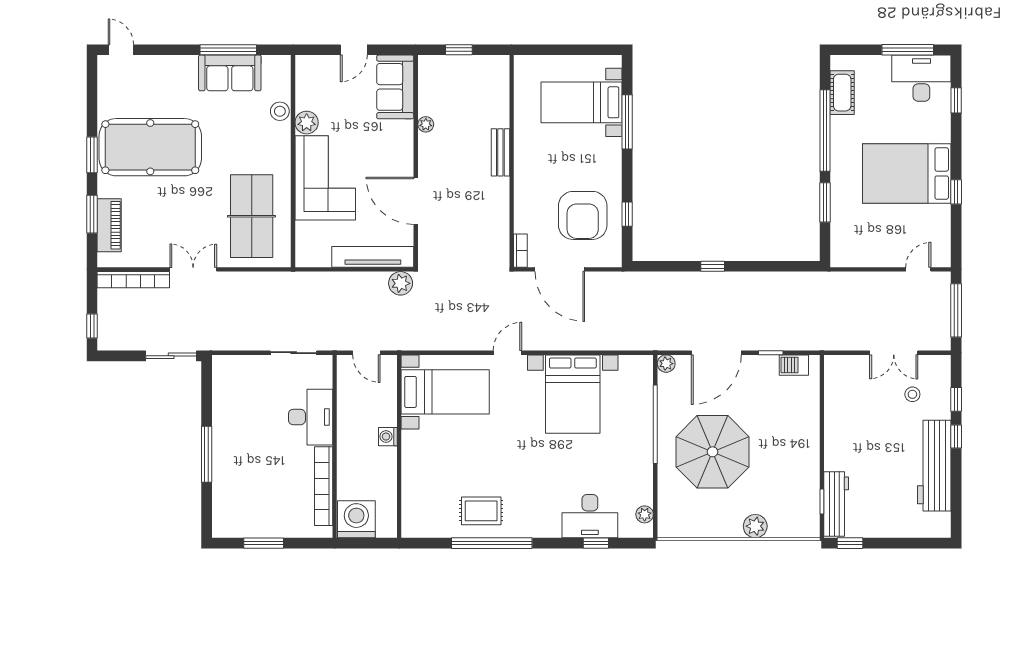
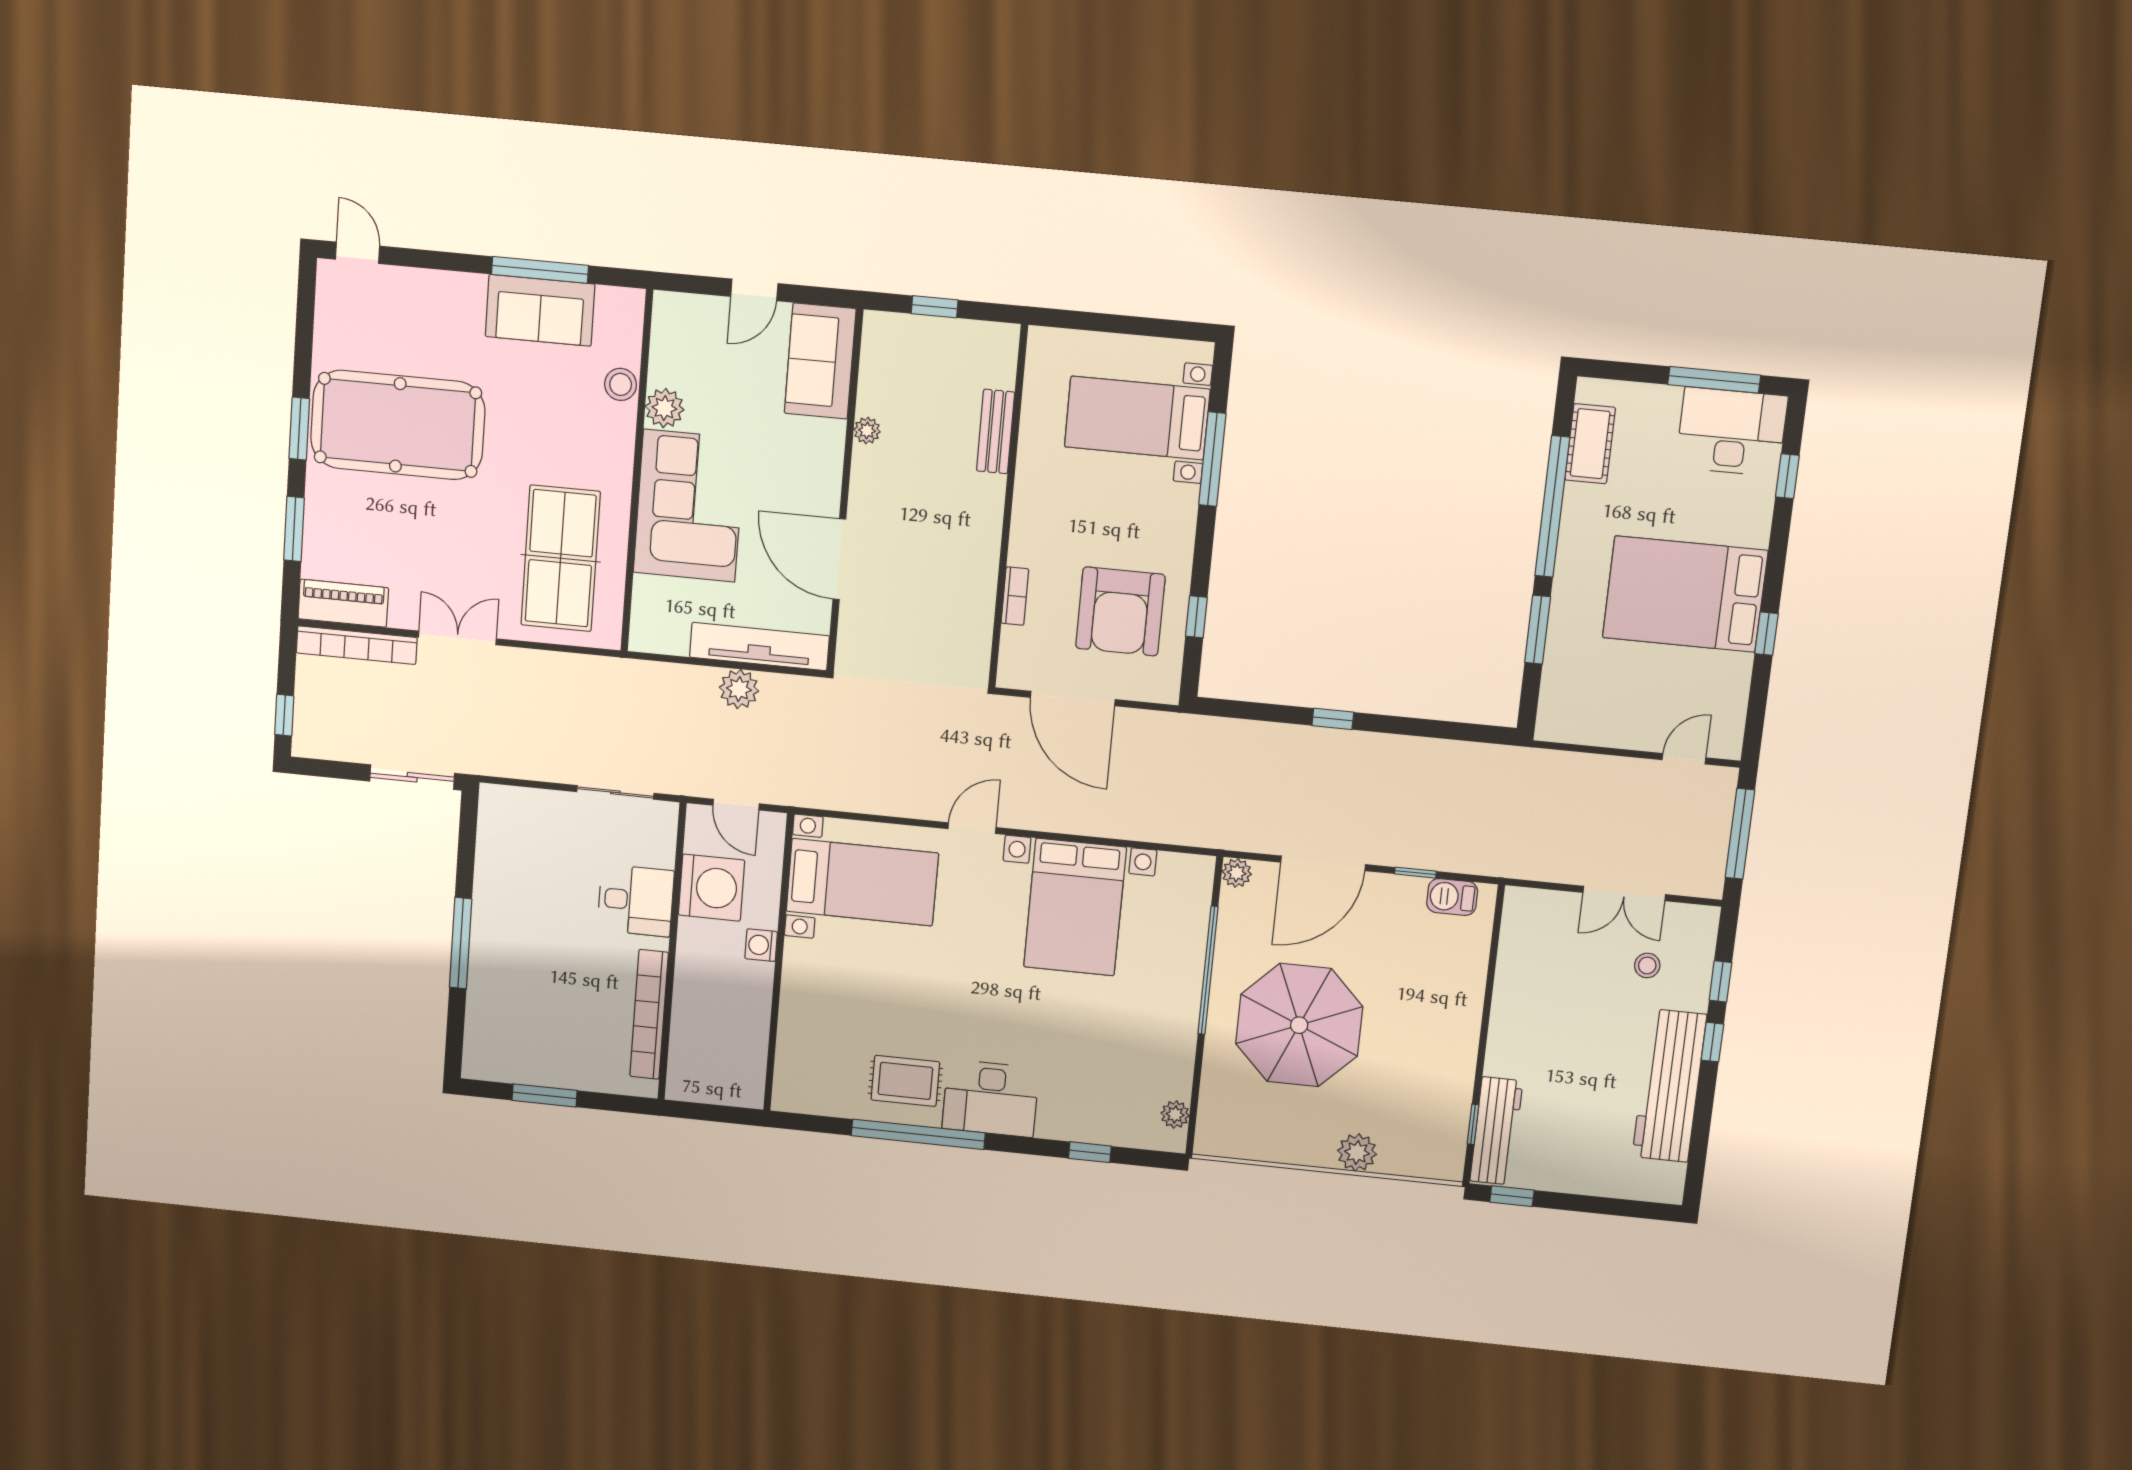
bench: (500, 152) -> (996, 431), moved
piano: (109, 225) -> (343, 603), moved, turned -90
bookcase: (520, 251) -> (1015, 596), moved
plant: (401, 283) -> (739, 689), moved
desk: (311, 417) -> (636, 900), width x0.73
desk: (590, 516) -> (991, 1098), moved
washing machine: (356, 519) -> (711, 888), moved, turned 90

